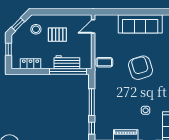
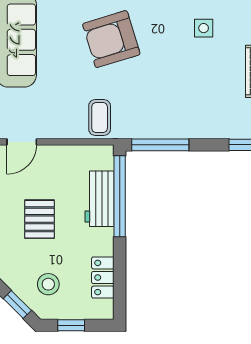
door: (93, 26) -> (22, 142), hinge flipped
stool: (36, 29) -> (48, 284), moved
window: (92, 102) -> (160, 145), moved

